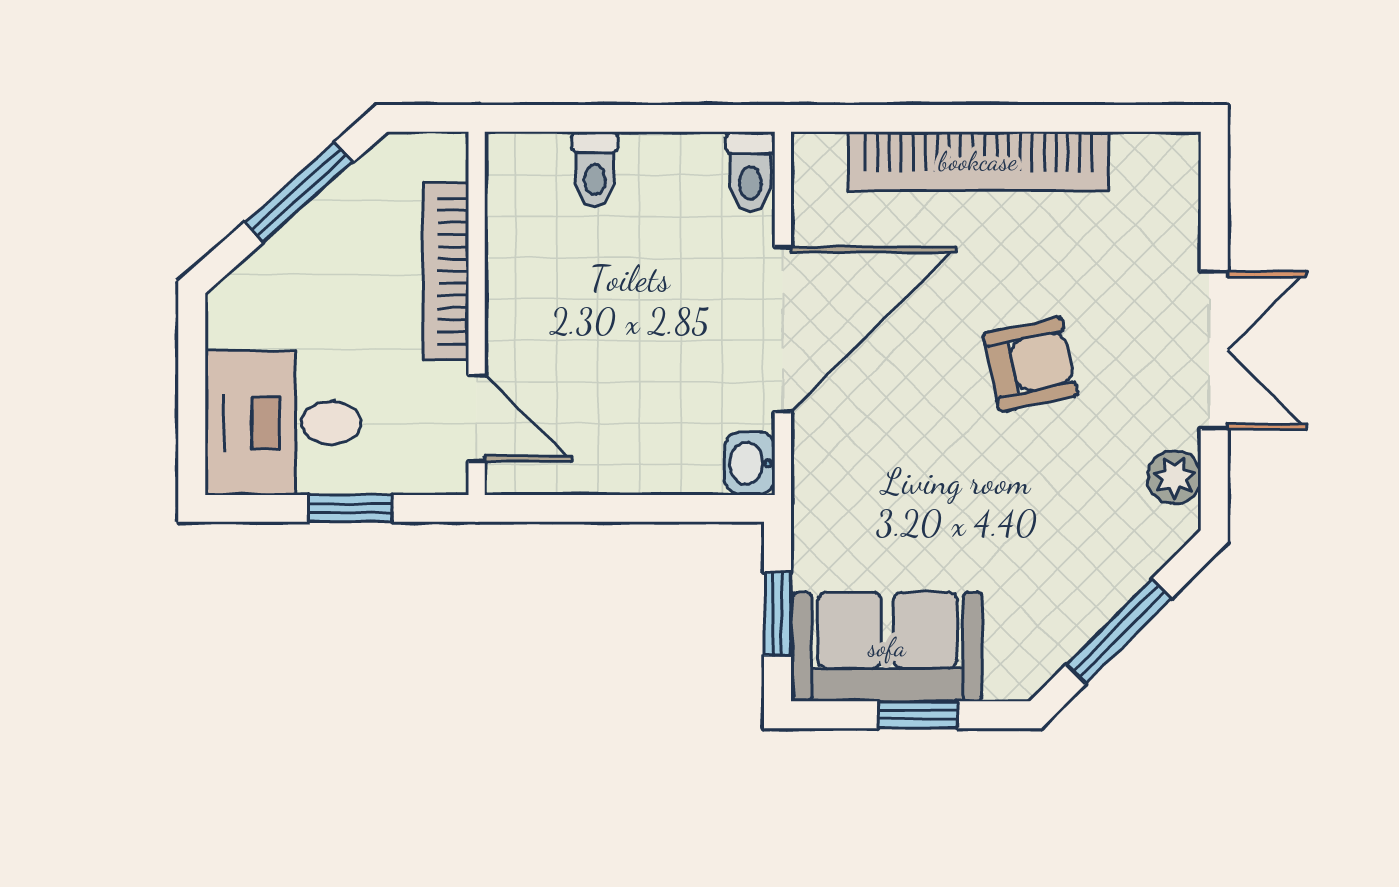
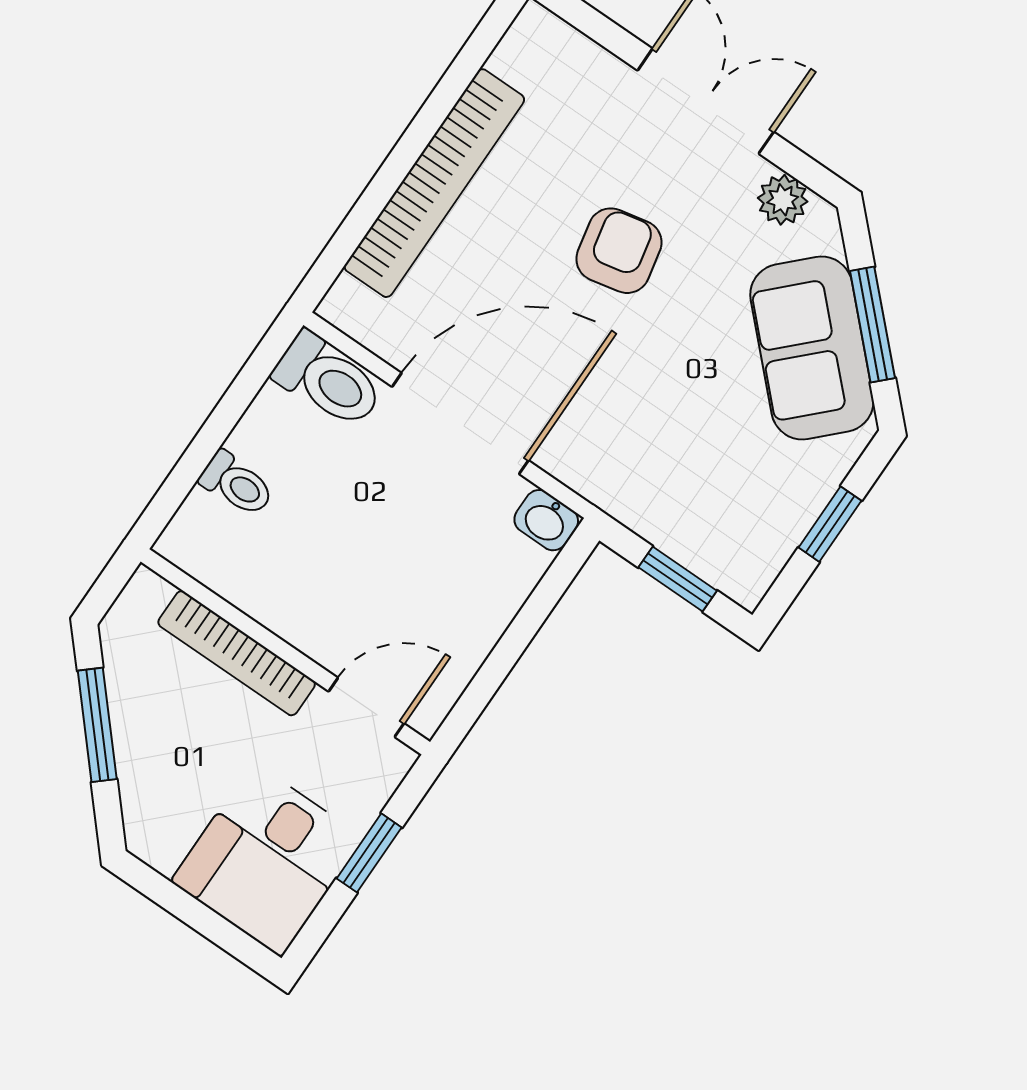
toilet: (750, 172) -> (328, 380), width x1.37, depth x1.39
door: (783, 329) -> (460, 424), hinge flipped
sofa: (887, 647) -> (812, 348), moved, turned -45

